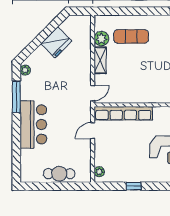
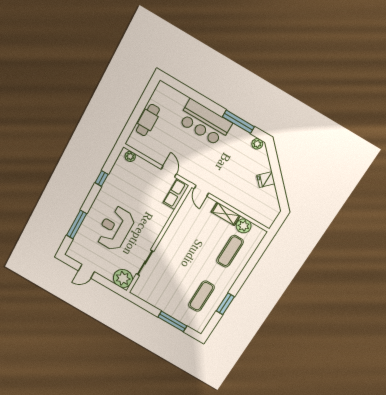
fridge: (56, 42) -> (266, 180), width x0.53, depth x0.75
row of seats: (123, 113) -> (176, 194), width x0.50

